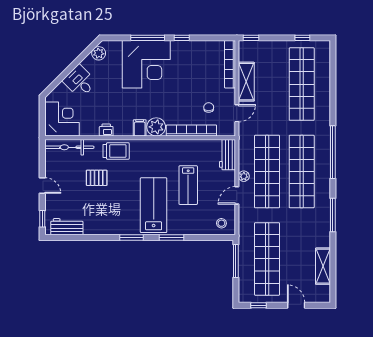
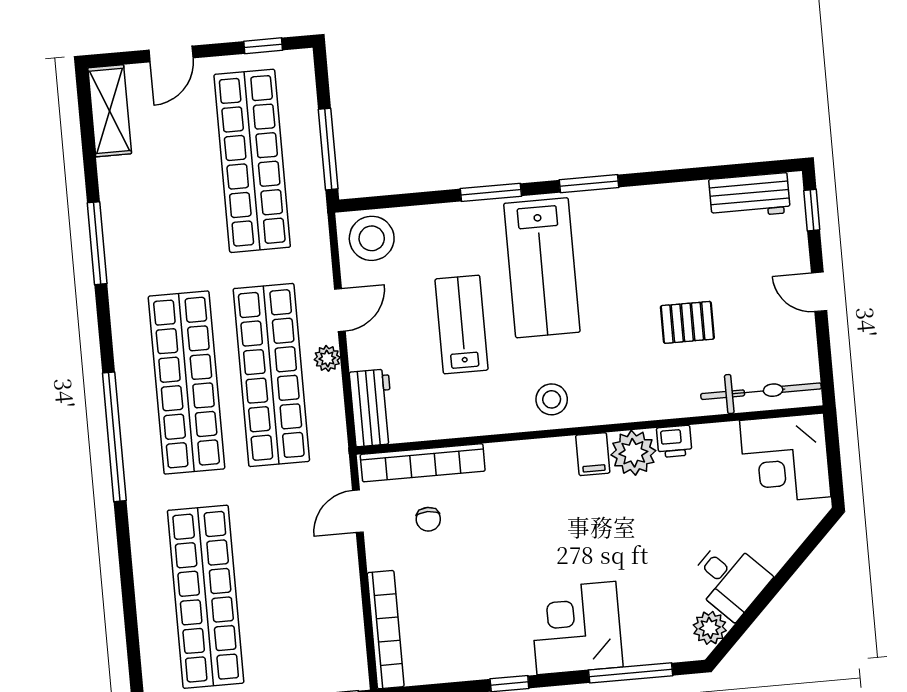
window: (148, 38) -> (631, 673), moved
corner desk: (146, 64) -> (576, 628), width x0.74, depth x0.74
desk: (80, 81) -> (729, 579), moved
shelving: (246, 82) -> (342, 590), removed
plant: (156, 127) -> (633, 453), moved
bookcase: (191, 130) -> (423, 463), moved
trolley: (116, 151) -> (646, 392), removed
stool: (154, 152) -> (552, 399), added
window: (333, 215) -> (97, 243), moved
stool: (221, 223) -> (372, 238), width x1.89, depth x1.89
shelving: (323, 266) -> (110, 111), moved
door: (296, 305) -> (171, 54), hinge flipped

